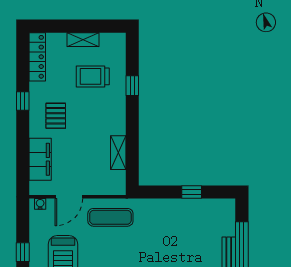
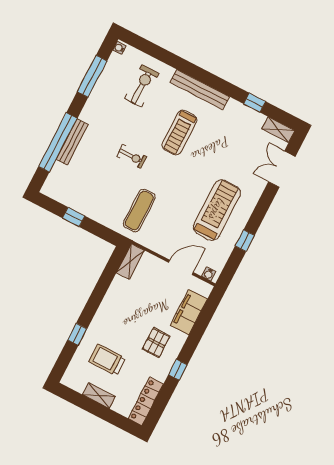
trolley: (93, 76) -> (107, 360), turned 180
shelving: (118, 153) -> (130, 261), moved
exercise mat: (110, 217) -> (139, 210), moved, turned 90

